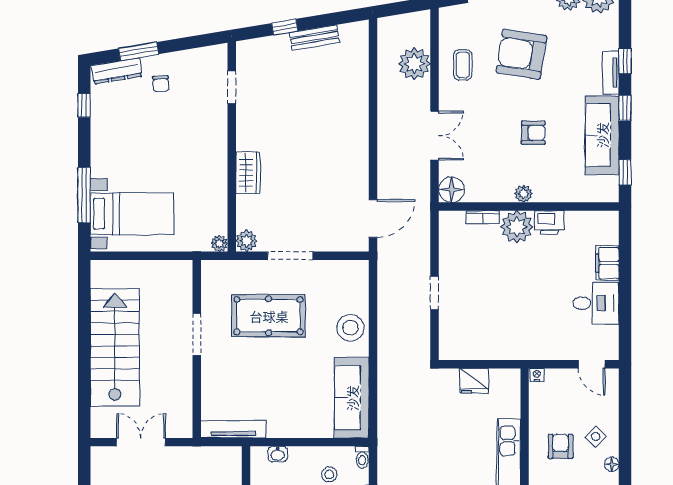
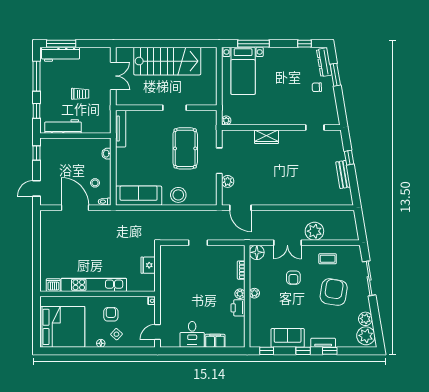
plant: (414, 64) -> (314, 231), moved
armchair: (533, 133) -> (293, 278), moved
sofa: (602, 135) -> (288, 338), width x0.73
plant: (517, 227) -> (240, 294), width x0.53, depth x0.53
plant: (247, 241) -> (228, 181), moved
armchair: (561, 446) -> (111, 314), turned -90

